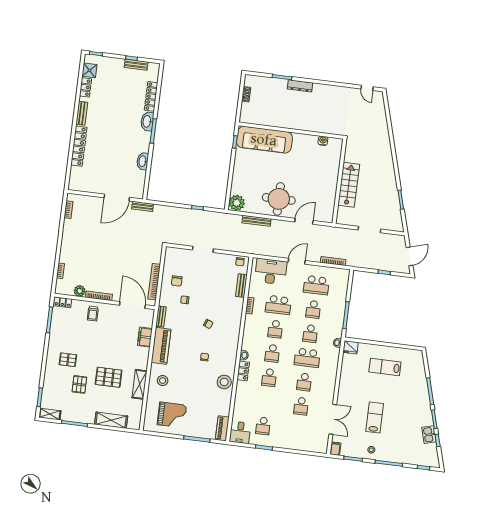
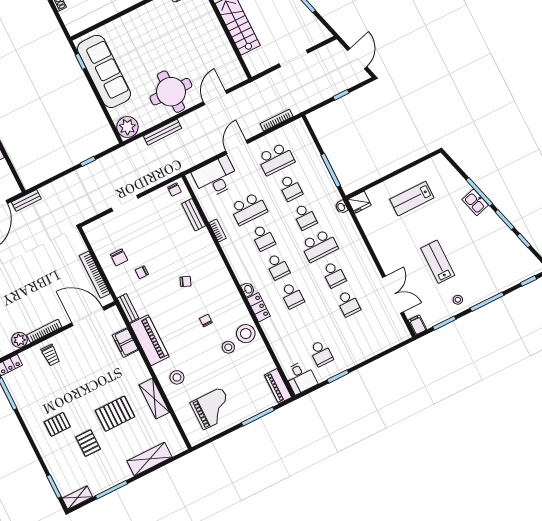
sofa: (264, 140) -> (104, 71), moved, turned -90
stool: (207, 383) -> (228, 347), added
kitchen sink: (429, 435) -> (475, 202), moved

